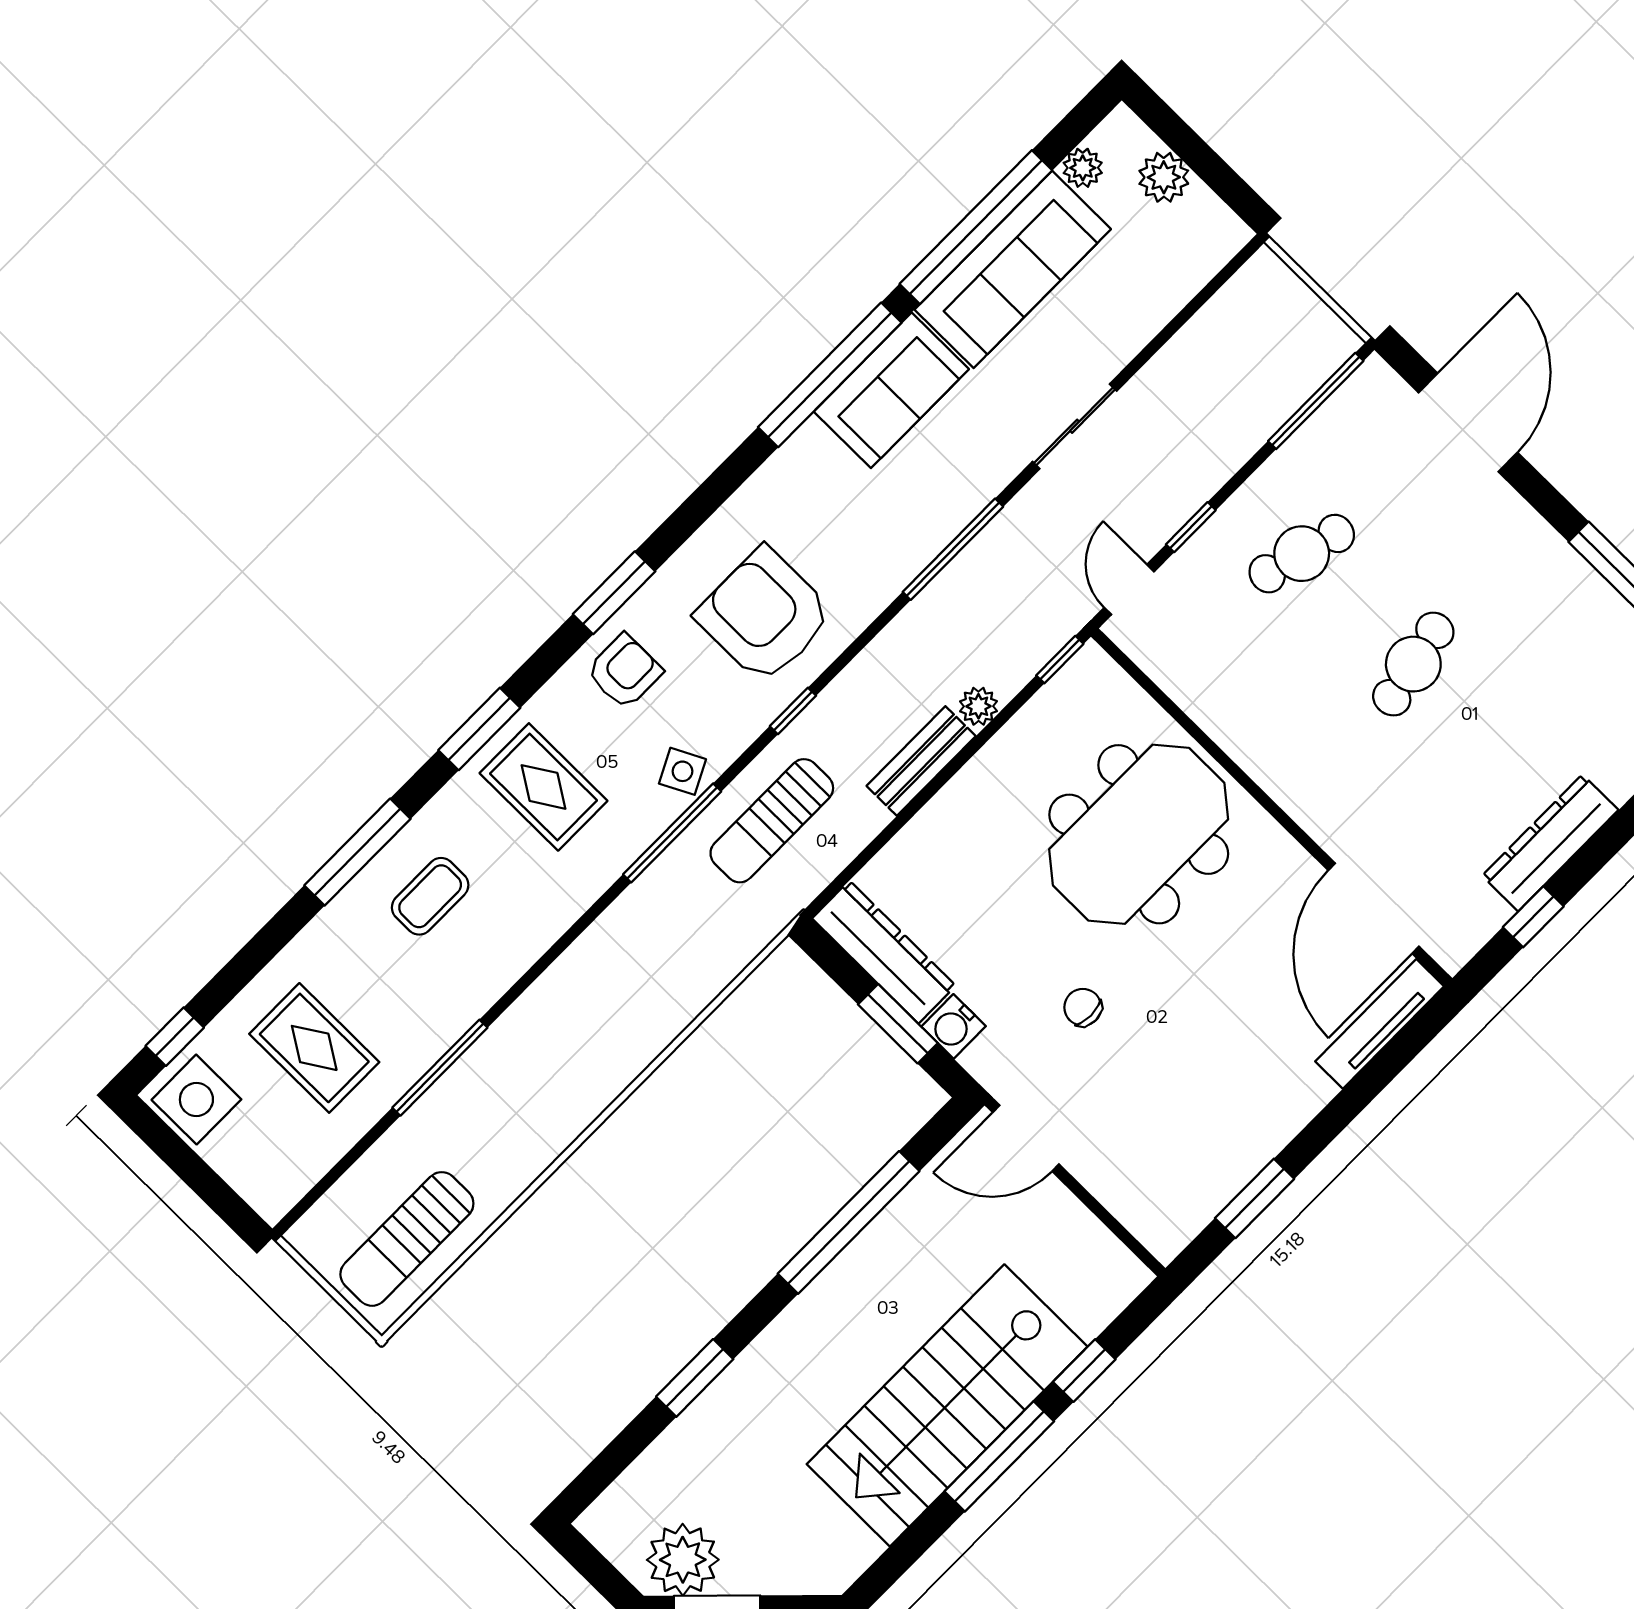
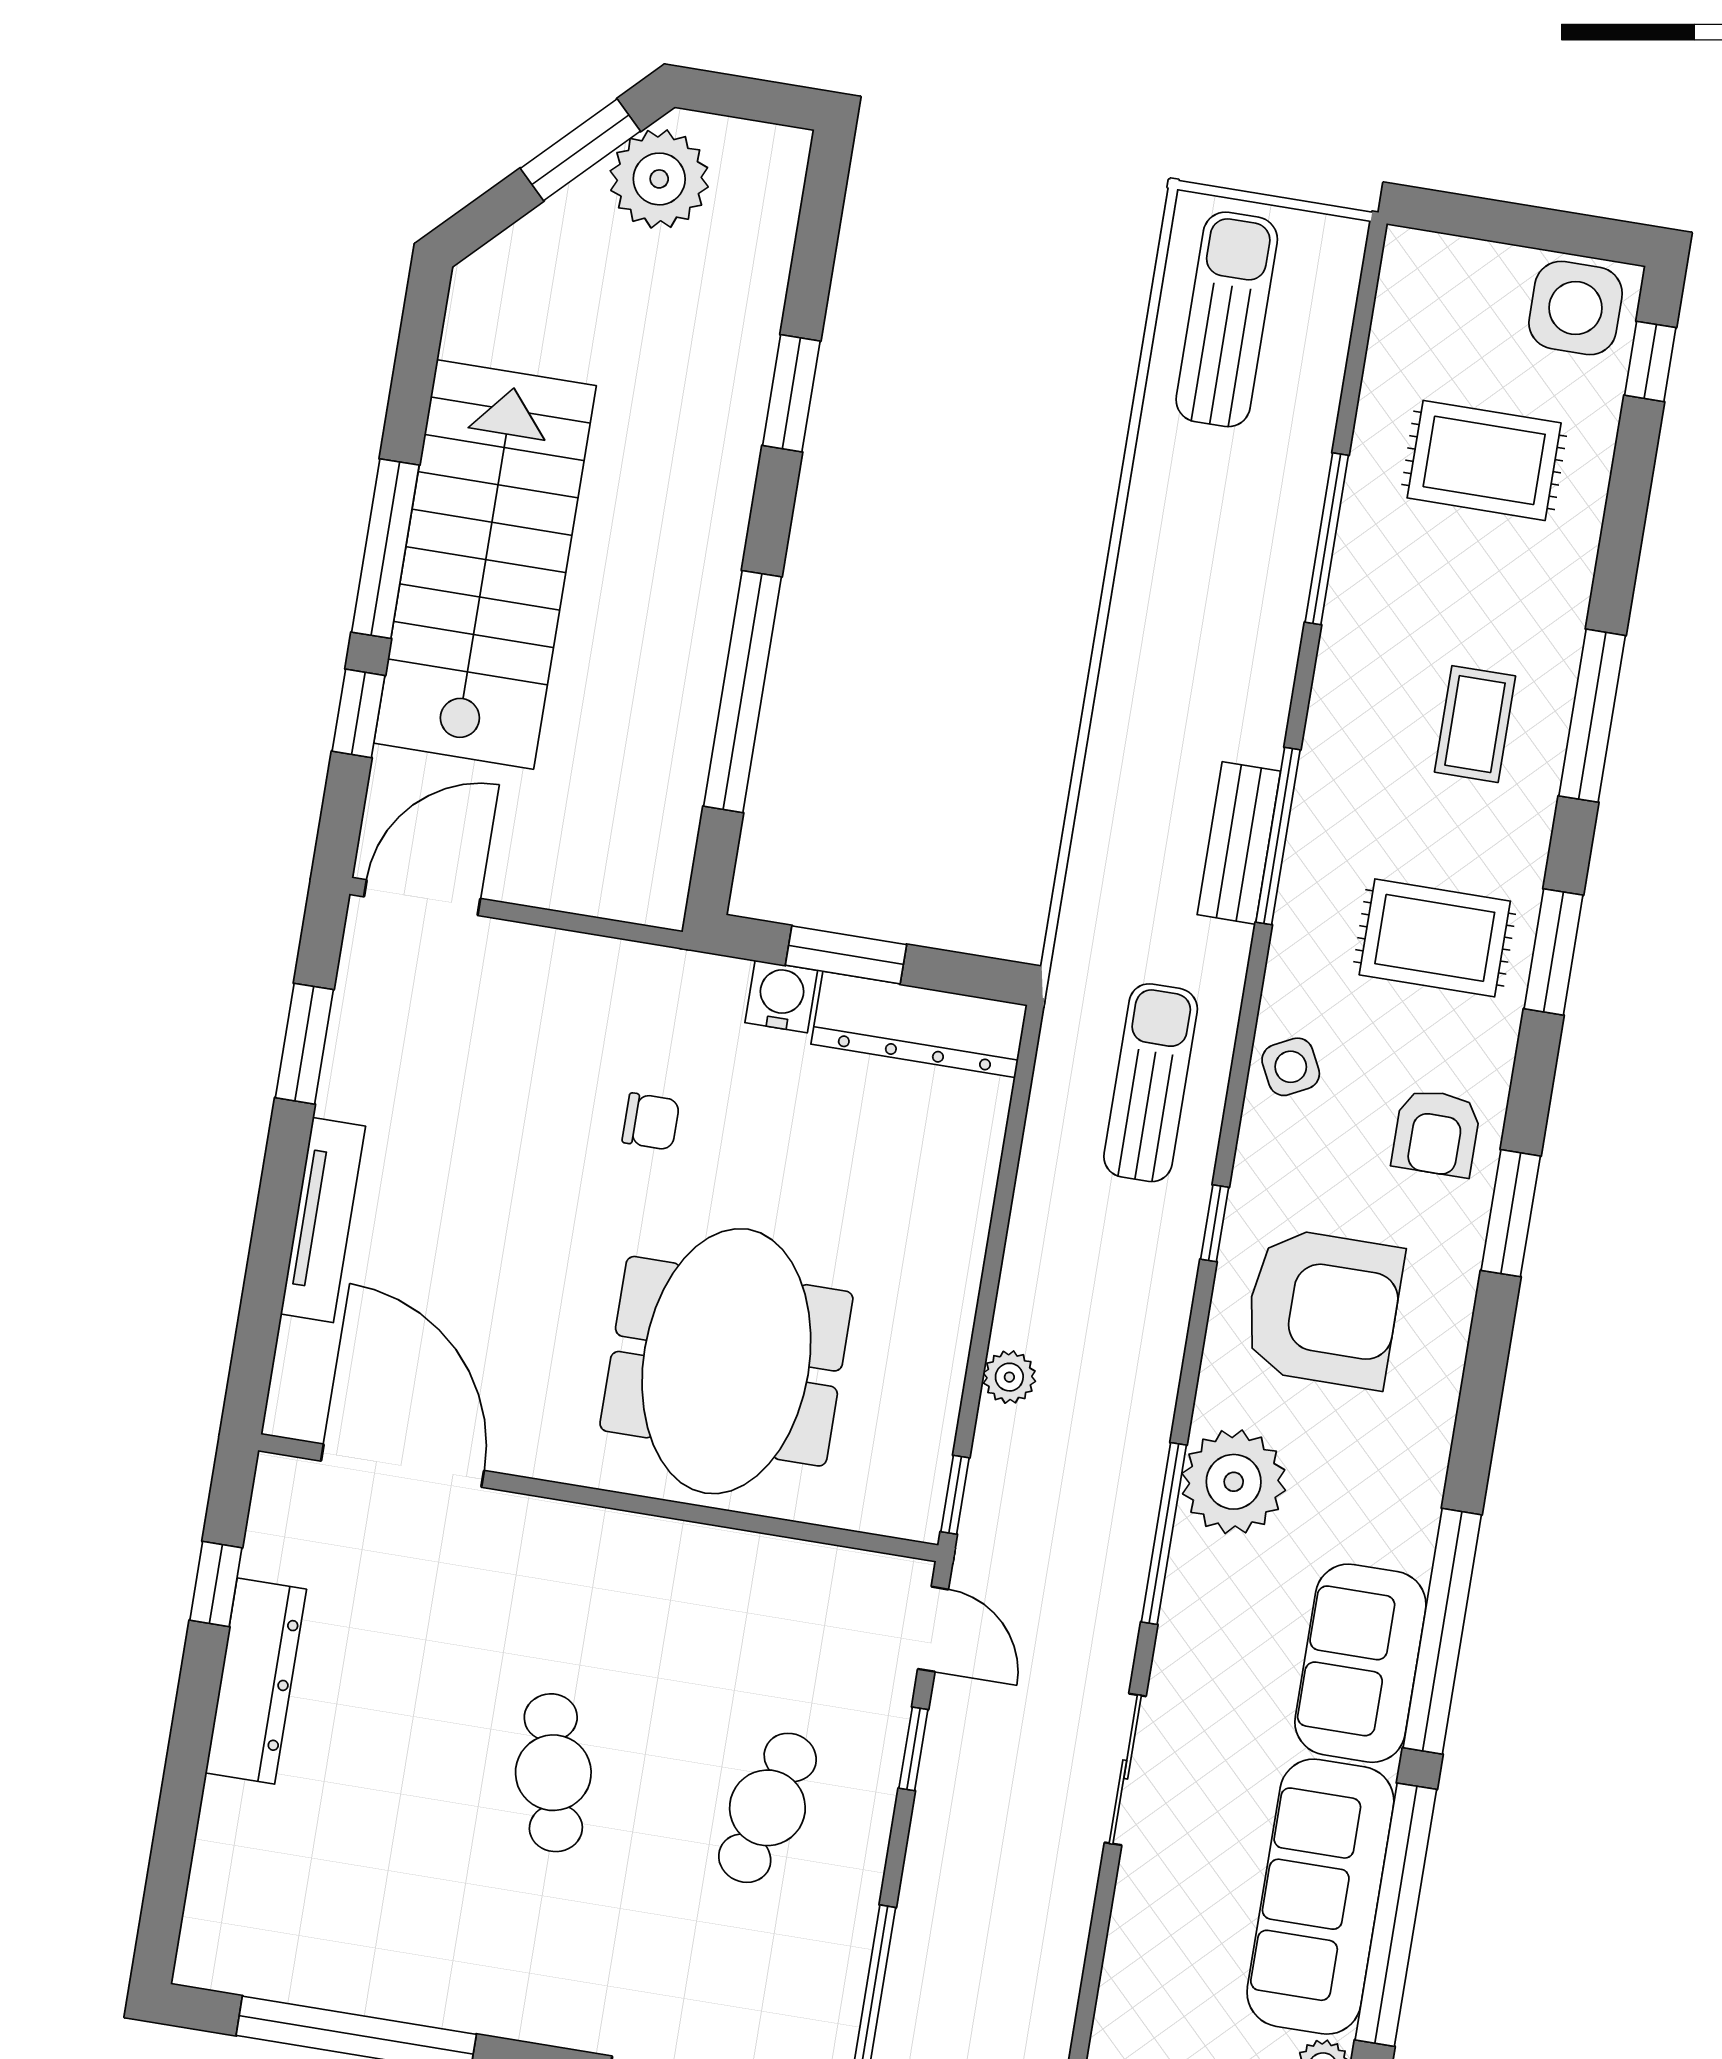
plant: (890, 550) -> (1234, 1482), added
bench: (921, 761) -> (1239, 843), moved
window: (672, 833) -> (1278, 836), moved
tv unit: (1380, 1024) -> (323, 1220), moved
door: (1026, 1138) -> (422, 898), moved

